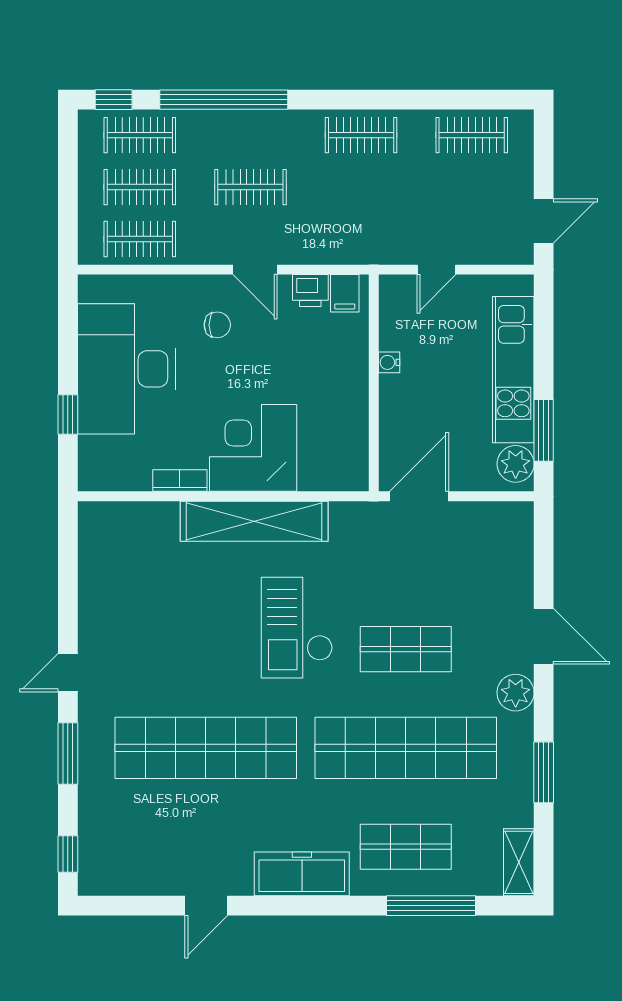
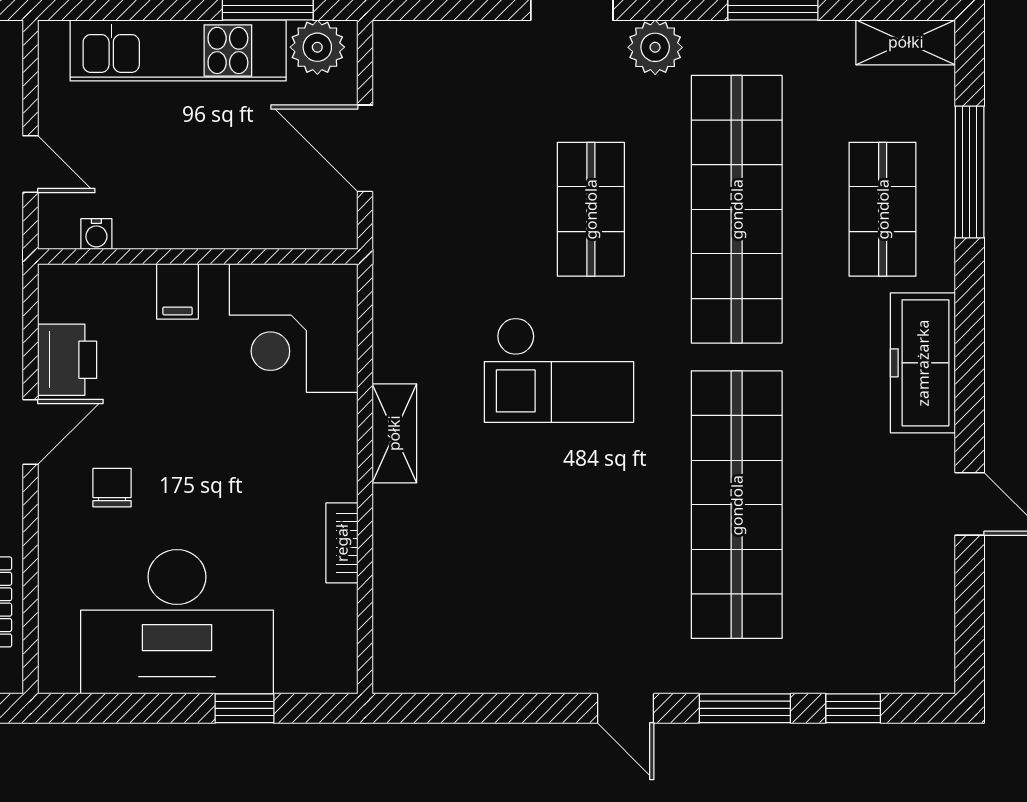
printer: (310, 291) -> (67, 360), width x1.36, depth x1.24
filing cabinet: (345, 293) -> (177, 291), moved, turned 90
water cooler: (389, 362) -> (96, 234), moved
corner desk: (253, 448) -> (294, 328), moved
door: (419, 496) -> (365, 148), moved
shelving: (254, 521) -> (394, 433), width x0.45, depth x0.75
window: (68, 854) -> (853, 708), moved

